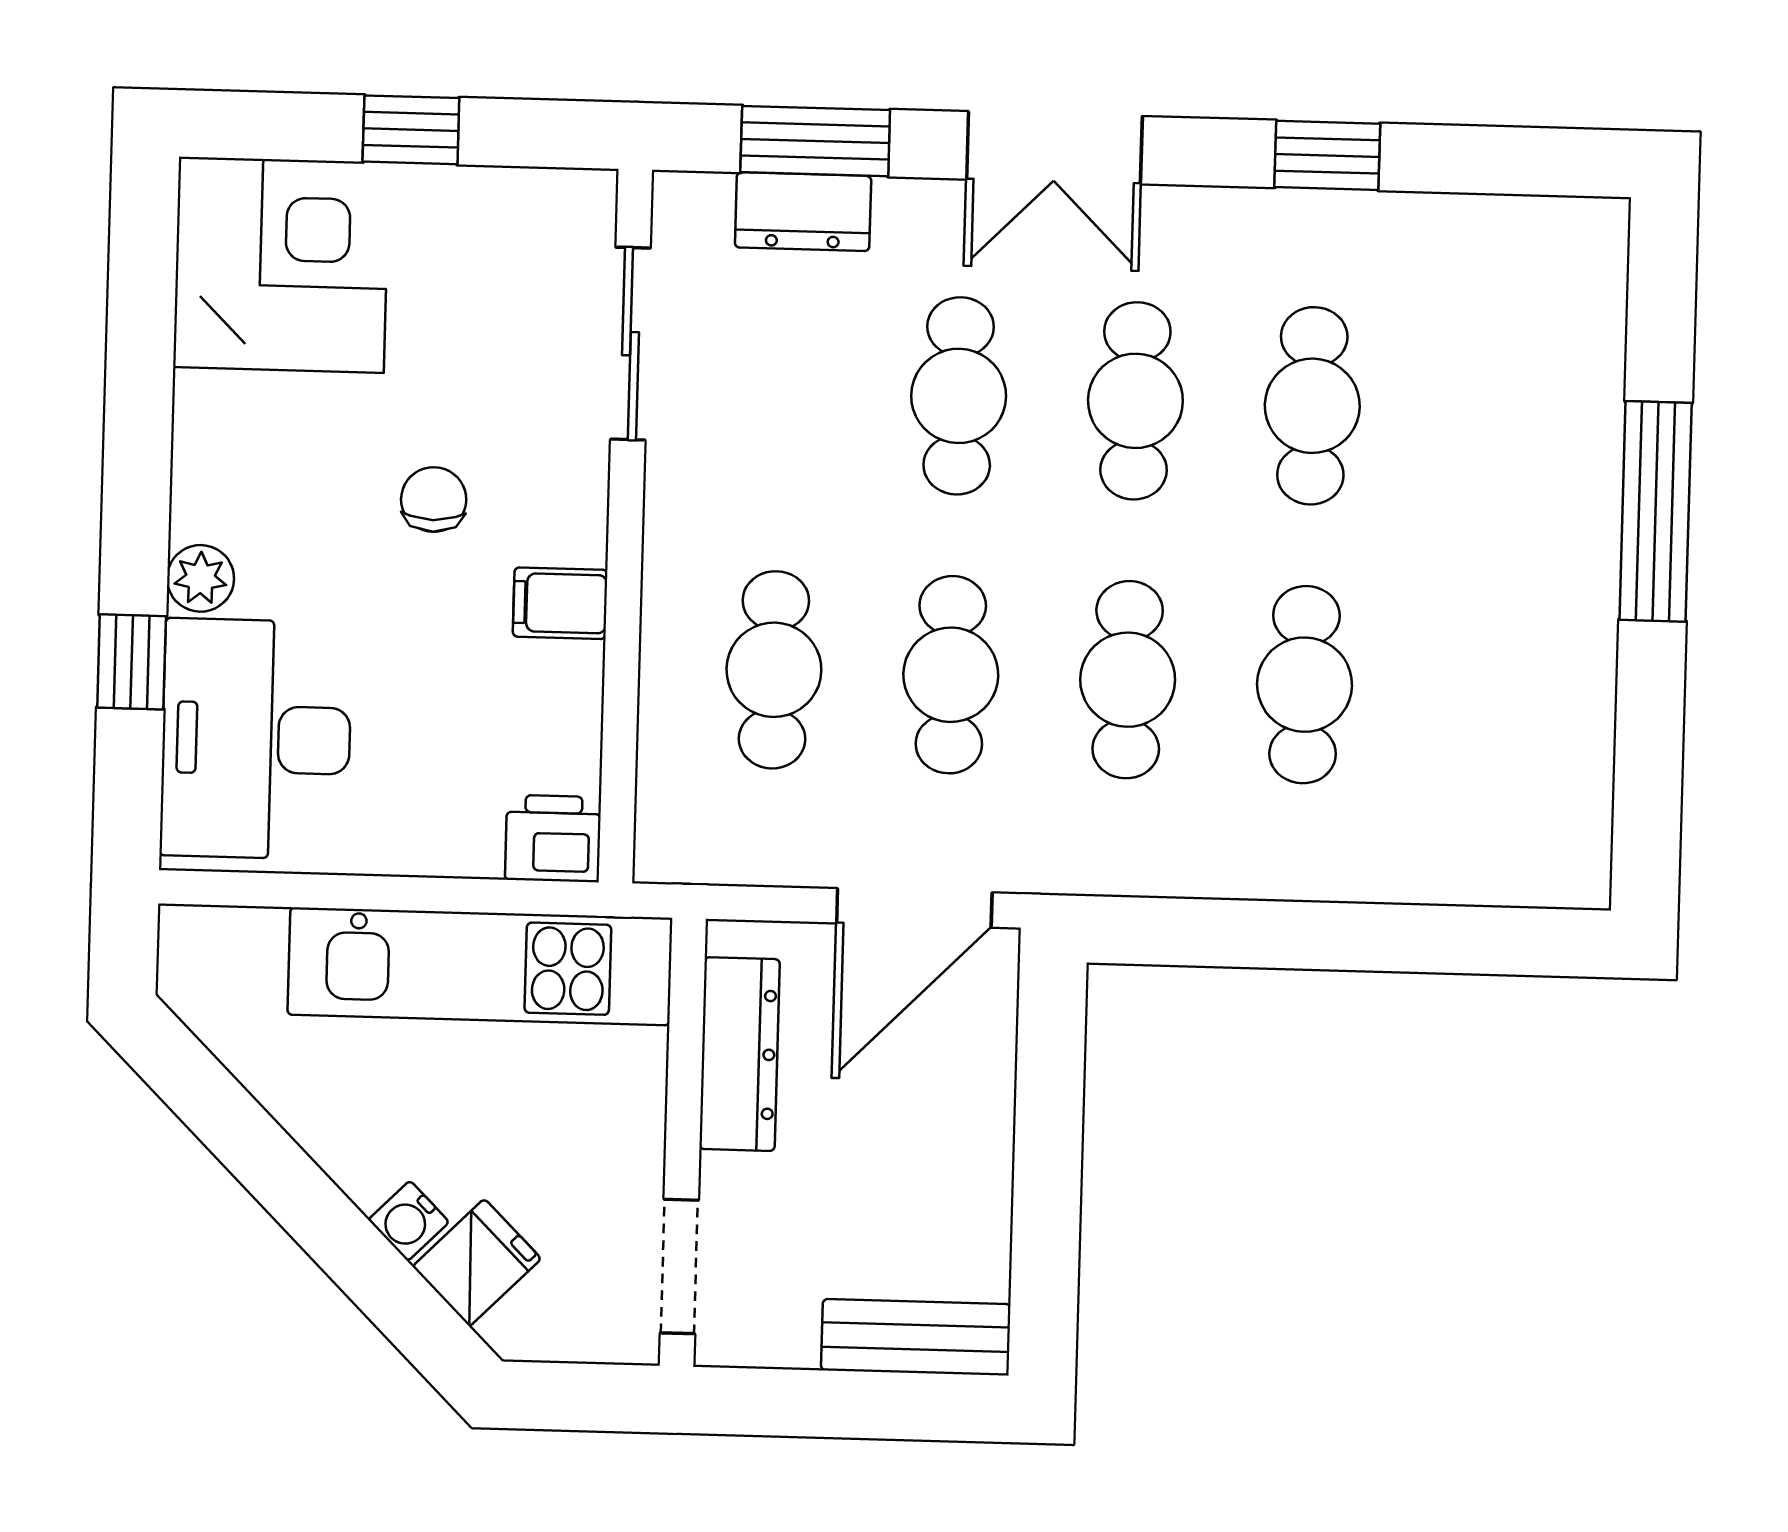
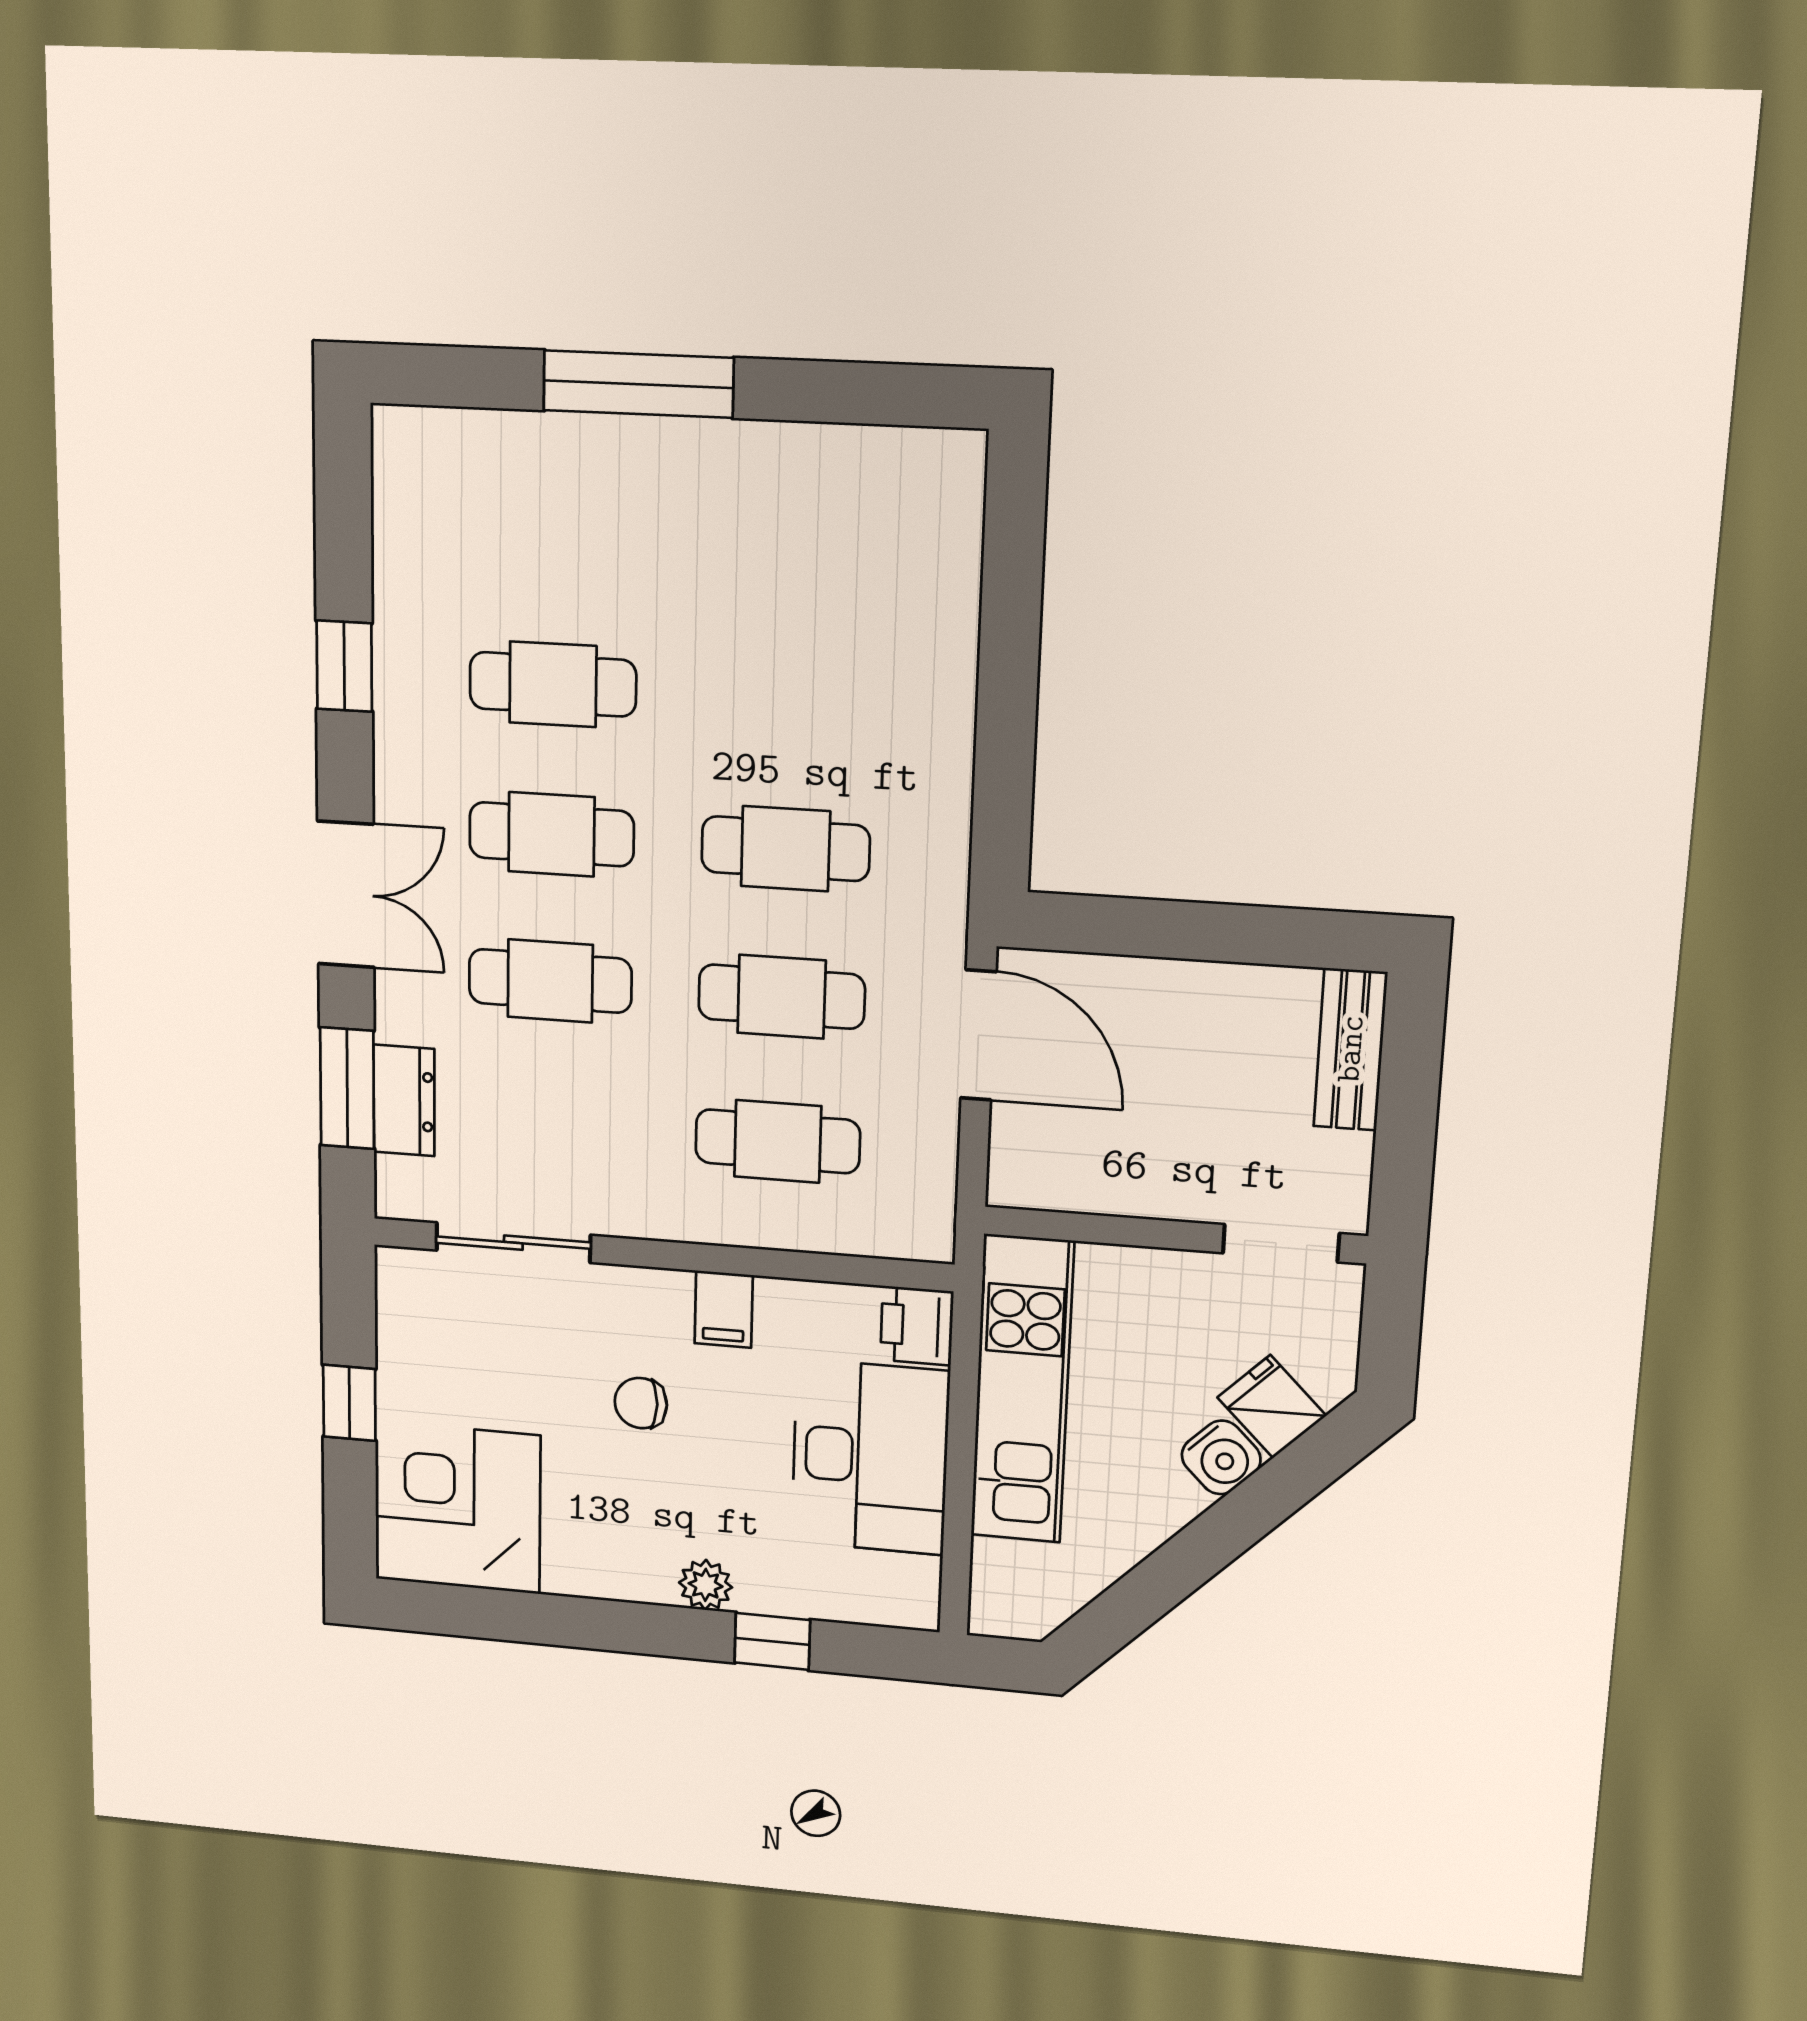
cafe table: (1305, 685) -> (790, 697), removed
desk: (256, 739) -> (870, 1457), moved, turned -90
dresser: (740, 1054) -> (1100, 1185), removed
water cooler: (409, 1221) -> (1221, 1457), width x1.38, depth x1.38

